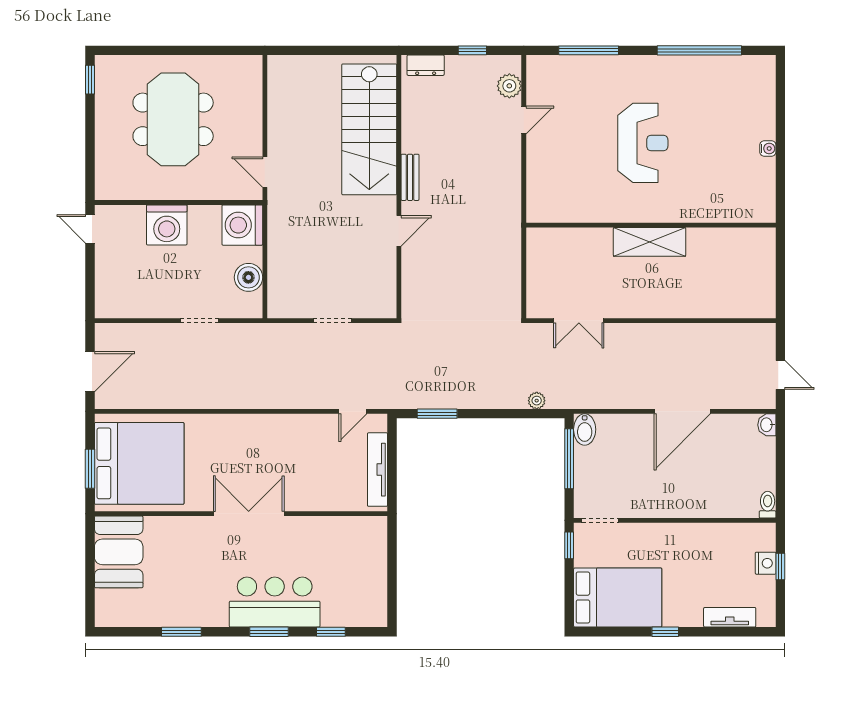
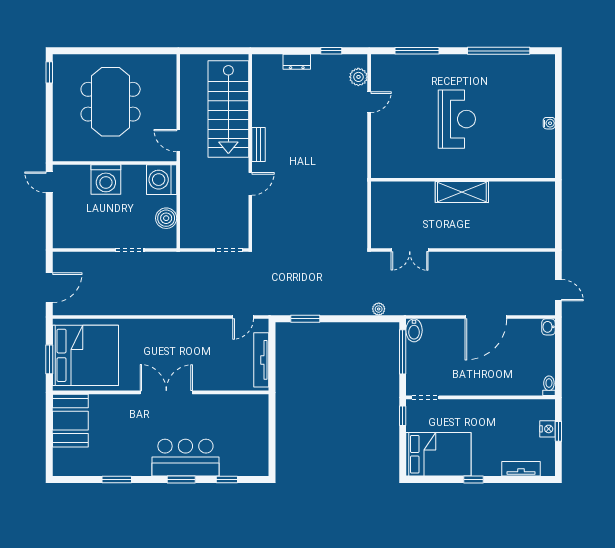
stairs: (369, 129) -> (228, 109), moved
bench: (410, 177) -> (258, 144), moved
wall: (399, 187) -> (250, 151), moved
door: (399, 231) -> (250, 184), moved

